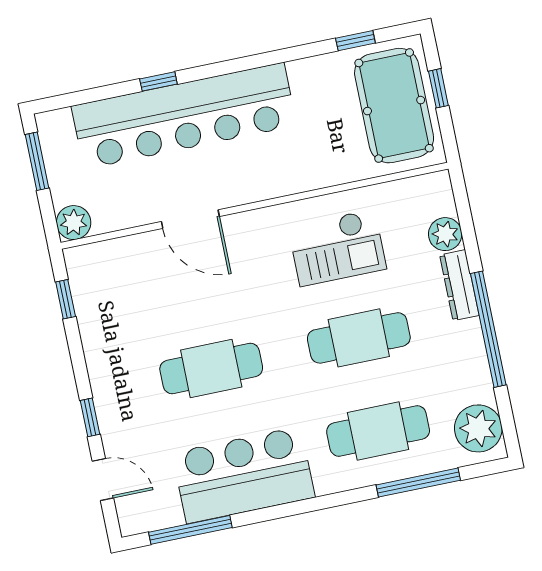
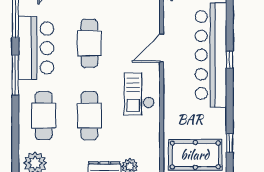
window: (158, 81) -> (230, 60), moved
checkout: (337, 248) -> (139, 94), moved
window: (418, 483) -> (15, 75), moved

